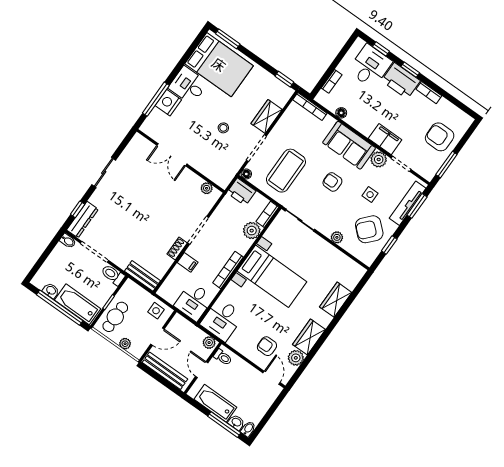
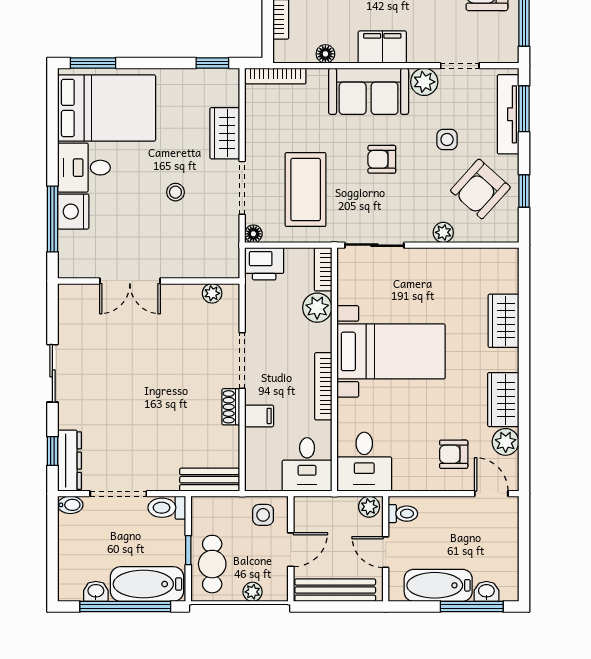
filing cabinet: (385, 139) -> (382, 47), moved
bidet: (248, 429) -> (509, 589), removed

